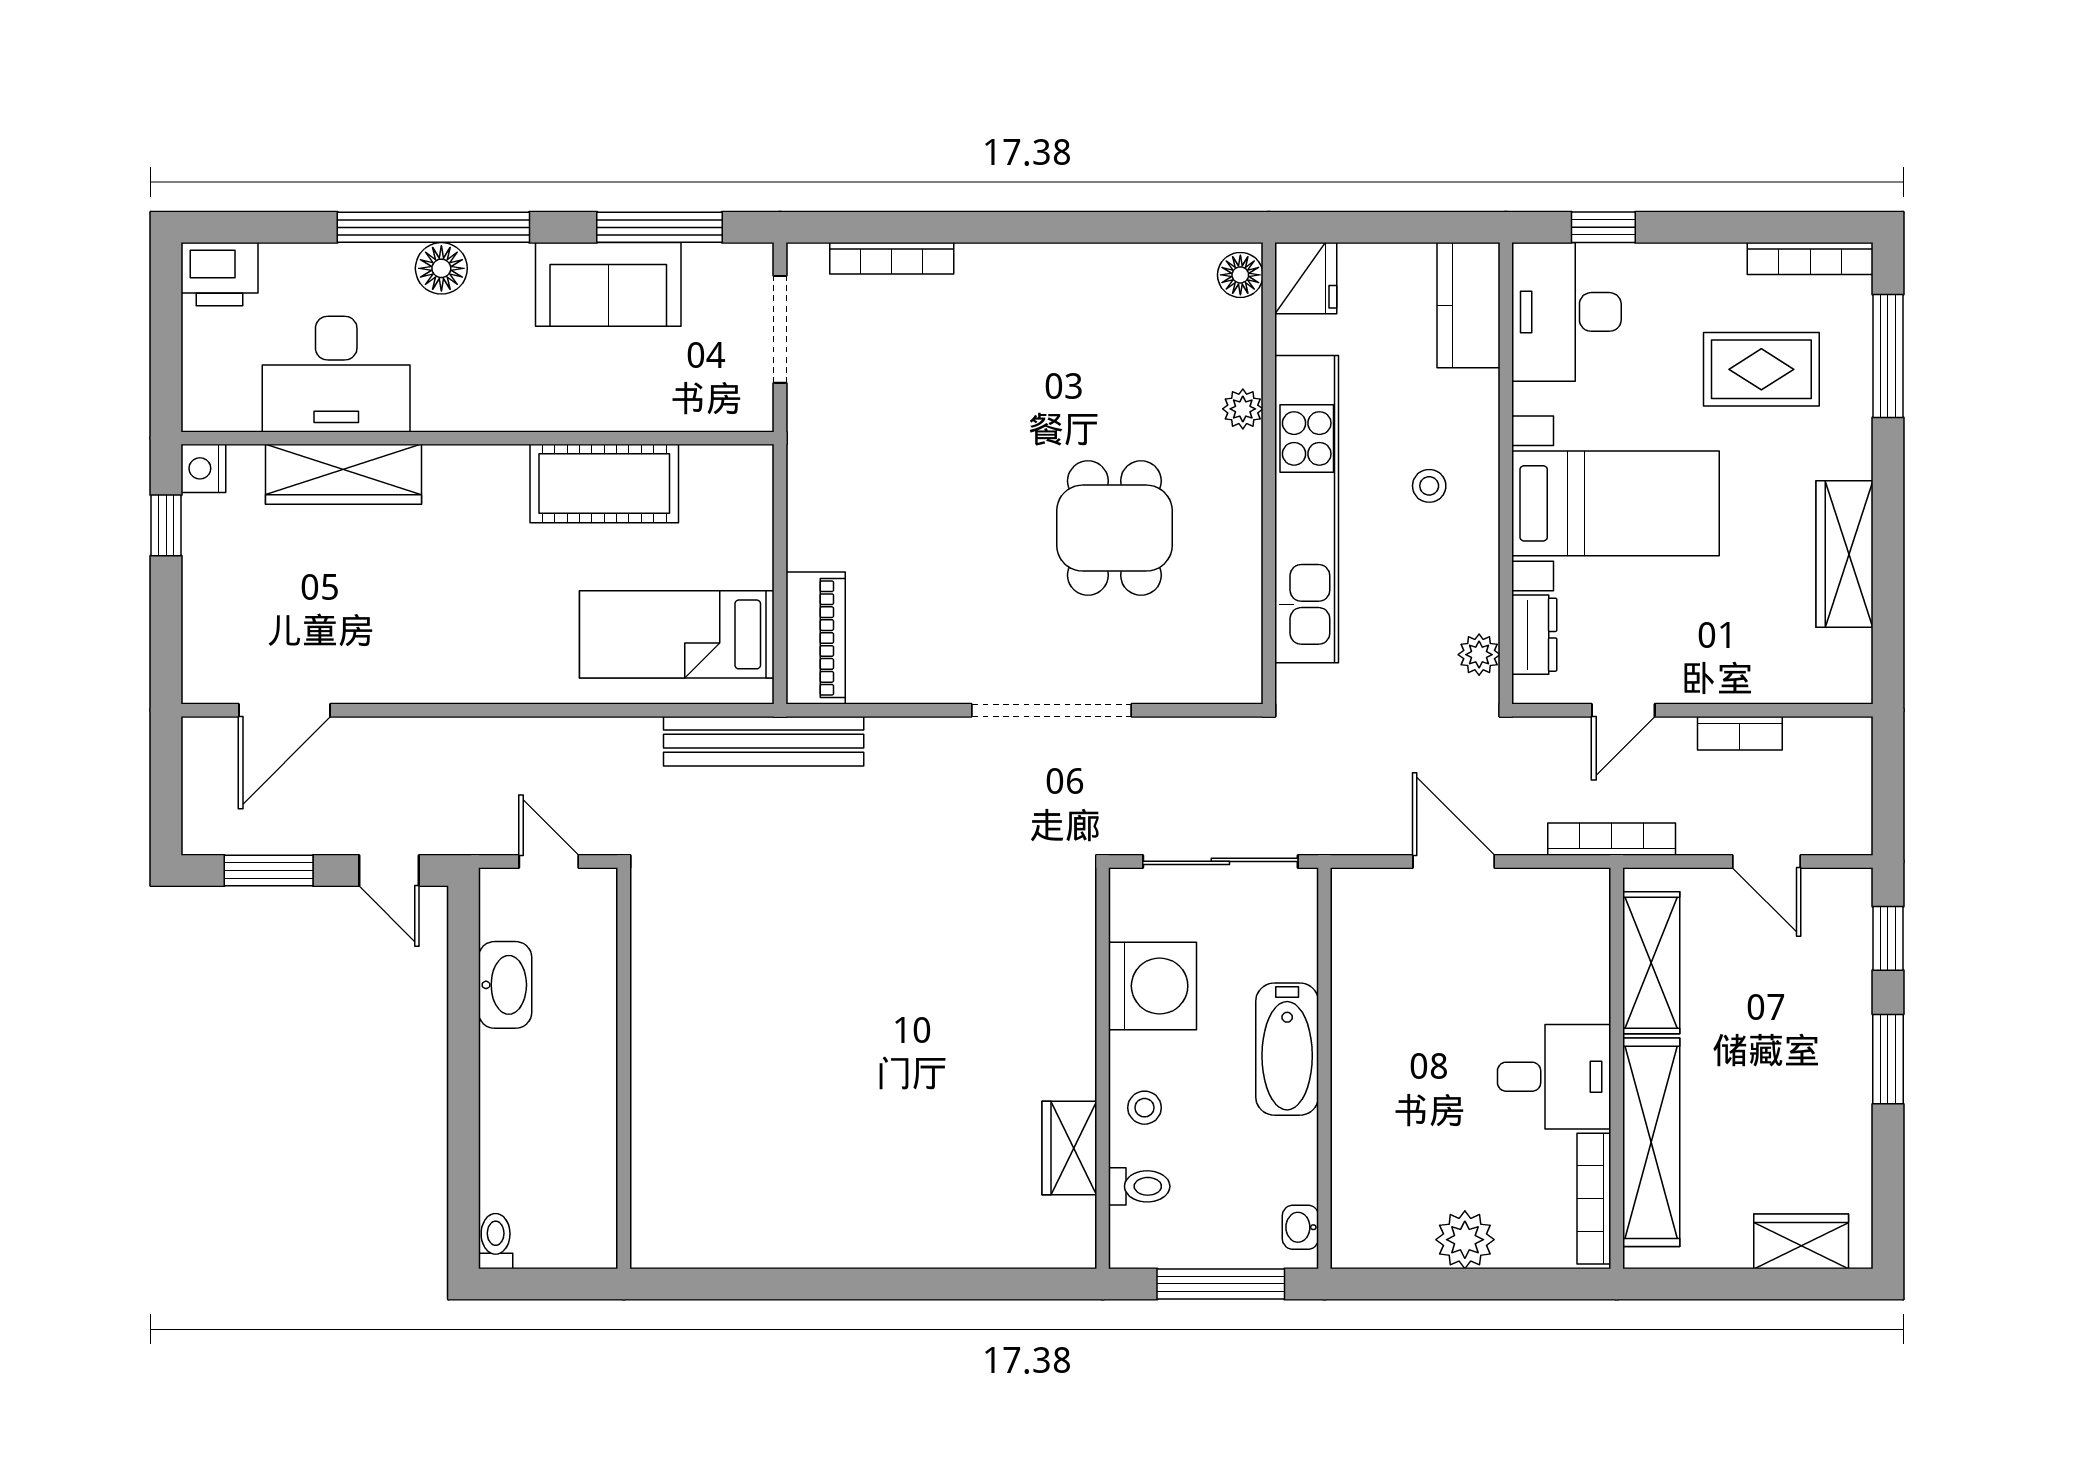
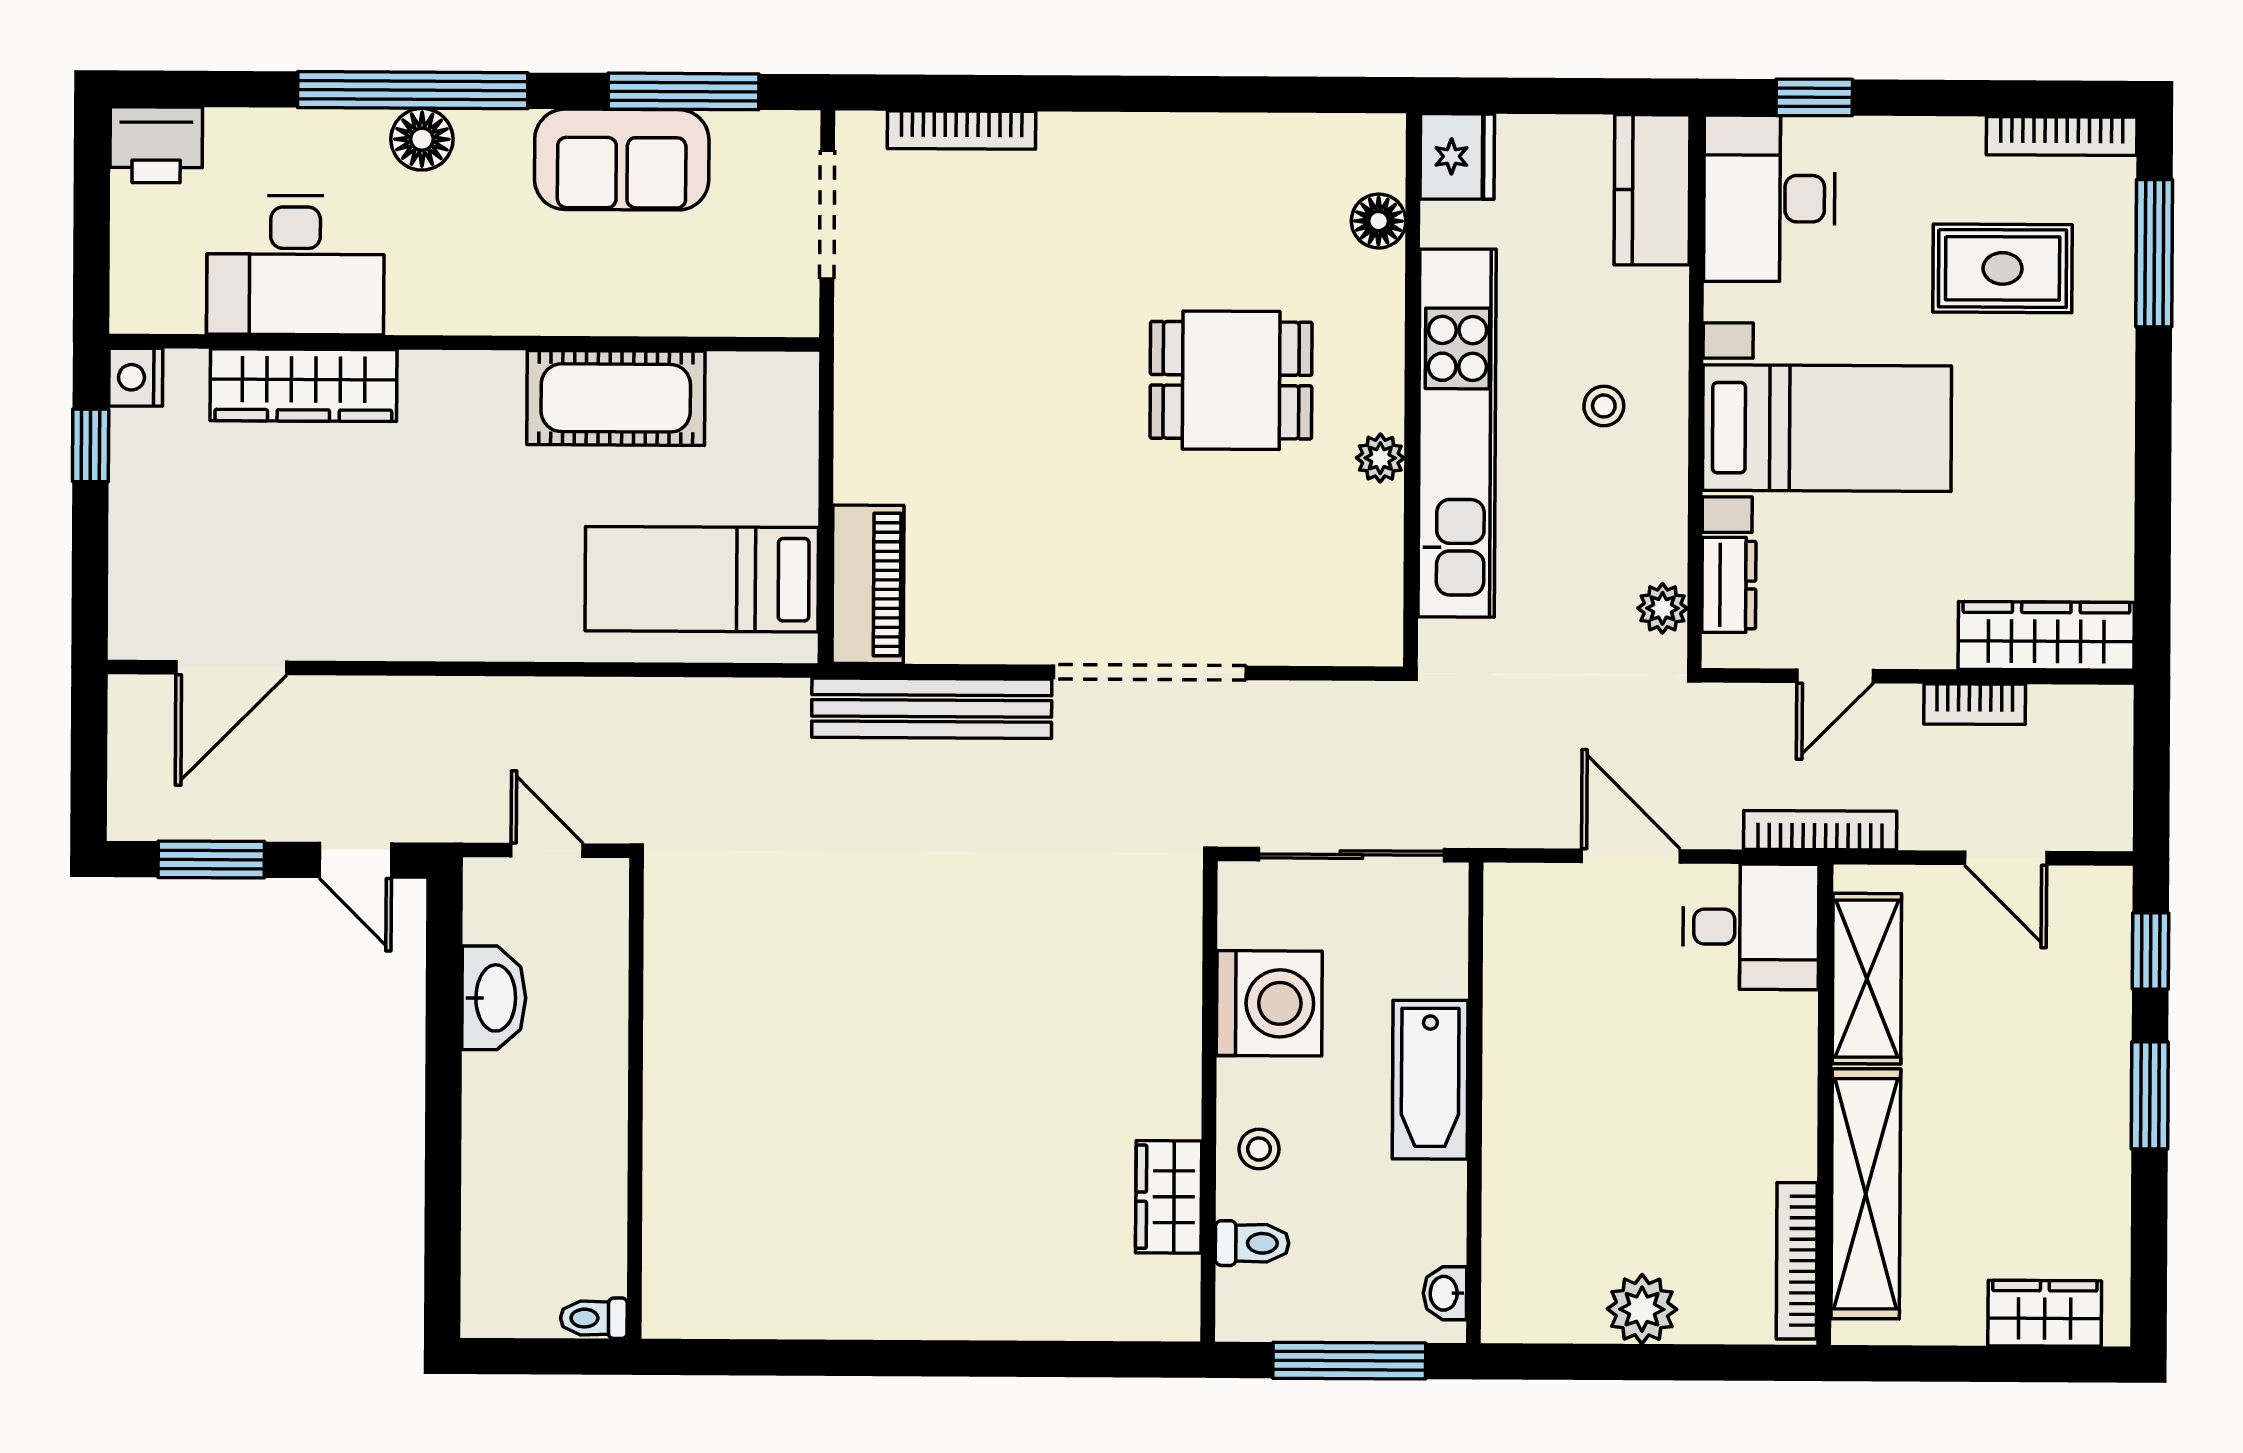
floor lamp: (1240, 275) -> (1379, 221), moved
plant: (1243, 409) -> (1380, 458), moved
dining table: (1114, 528) -> (1231, 380), moved, turned 90
wardrobe: (1844, 554) -> (2046, 636), moved, turned 90
bench: (764, 741) -> (932, 708), moved
desk: (1554, 1077) -> (1751, 927), moved
toilet: (496, 1241) -> (594, 1318), moved, turned -90

